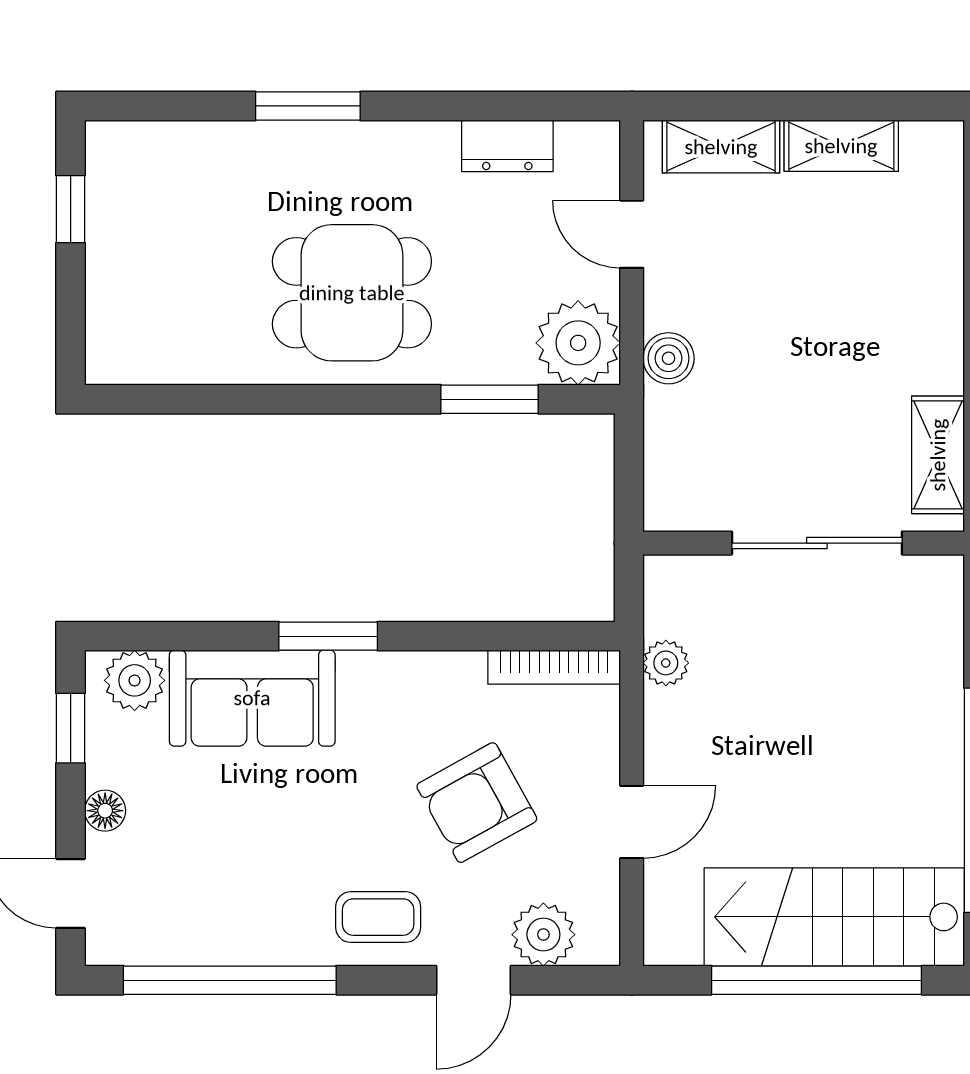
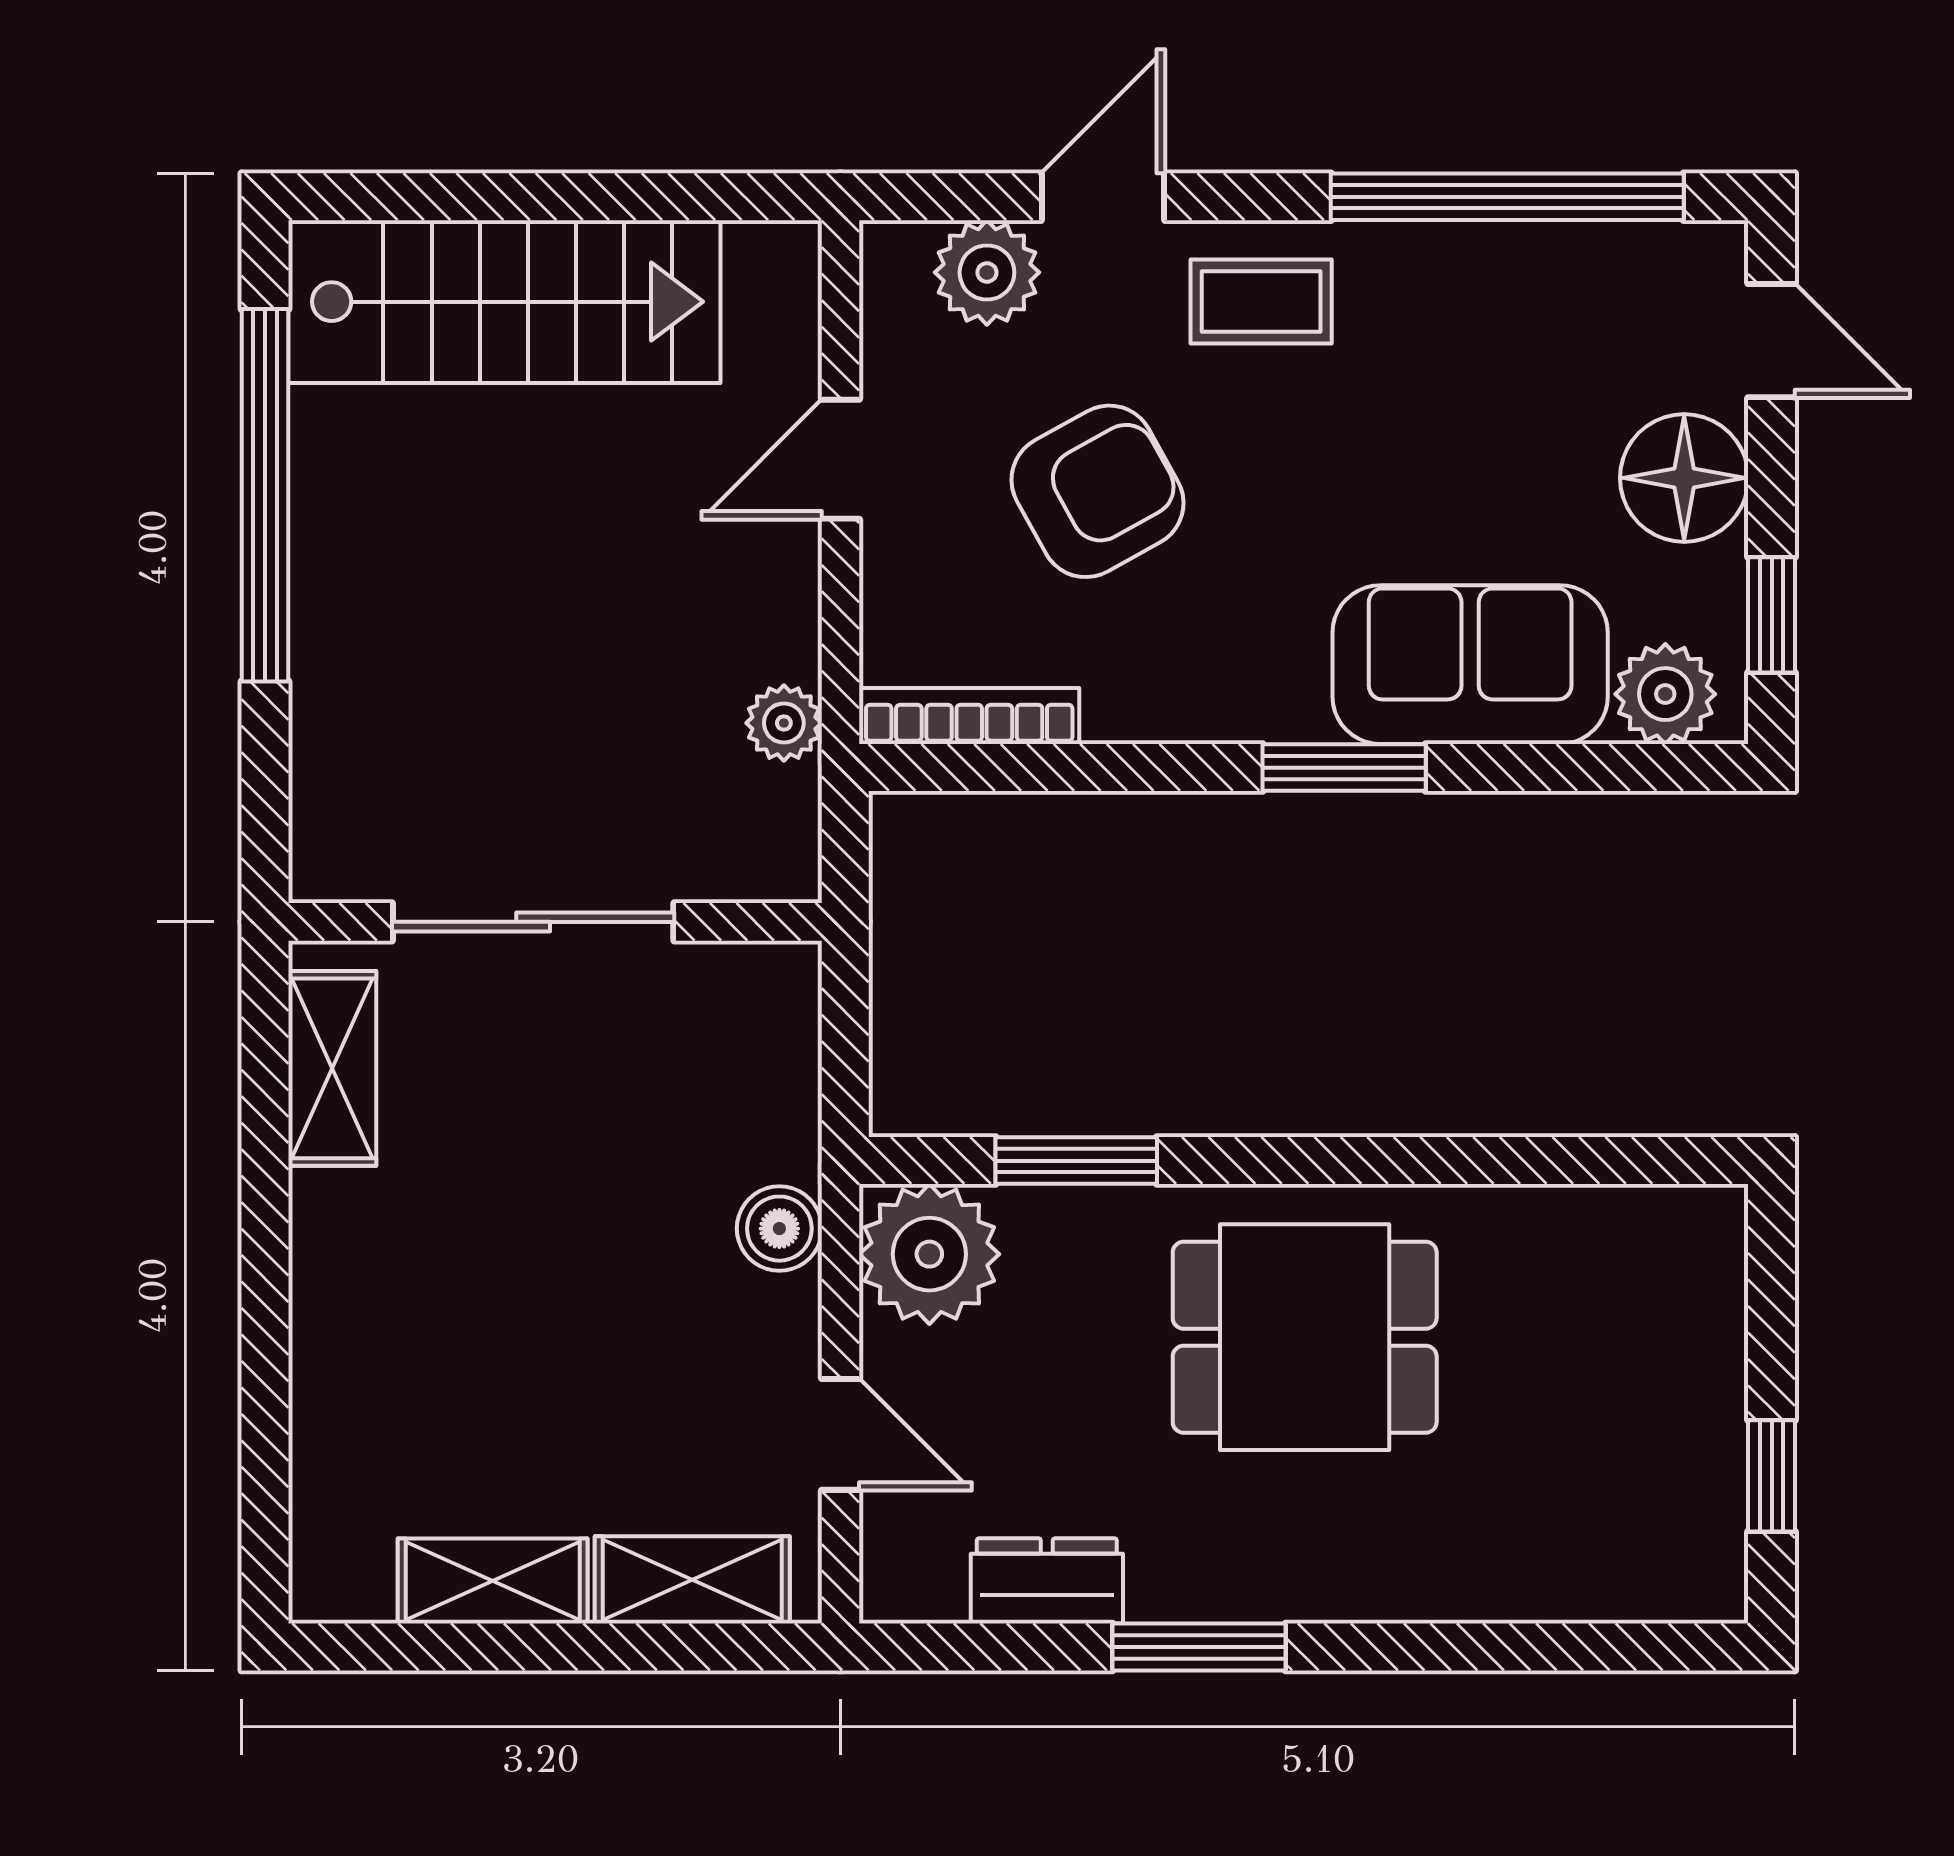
window: (308, 106) -> (1199, 1647), moved
floor lamp: (105, 811) -> (1684, 478), width x1.89, depth x1.89
window: (816, 980) -> (534, 197), removed

